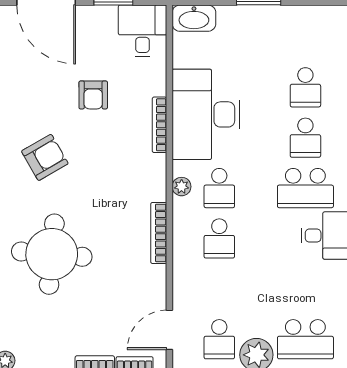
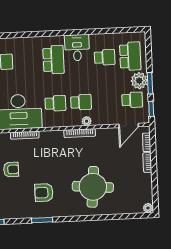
school desk: (305, 138) -> (105, 57), moved
armchair: (45, 157) -> (44, 193), turned -60
plant: (182, 187) -> (87, 121), moved
door: (169, 330) -> (129, 125), hinge flipped

